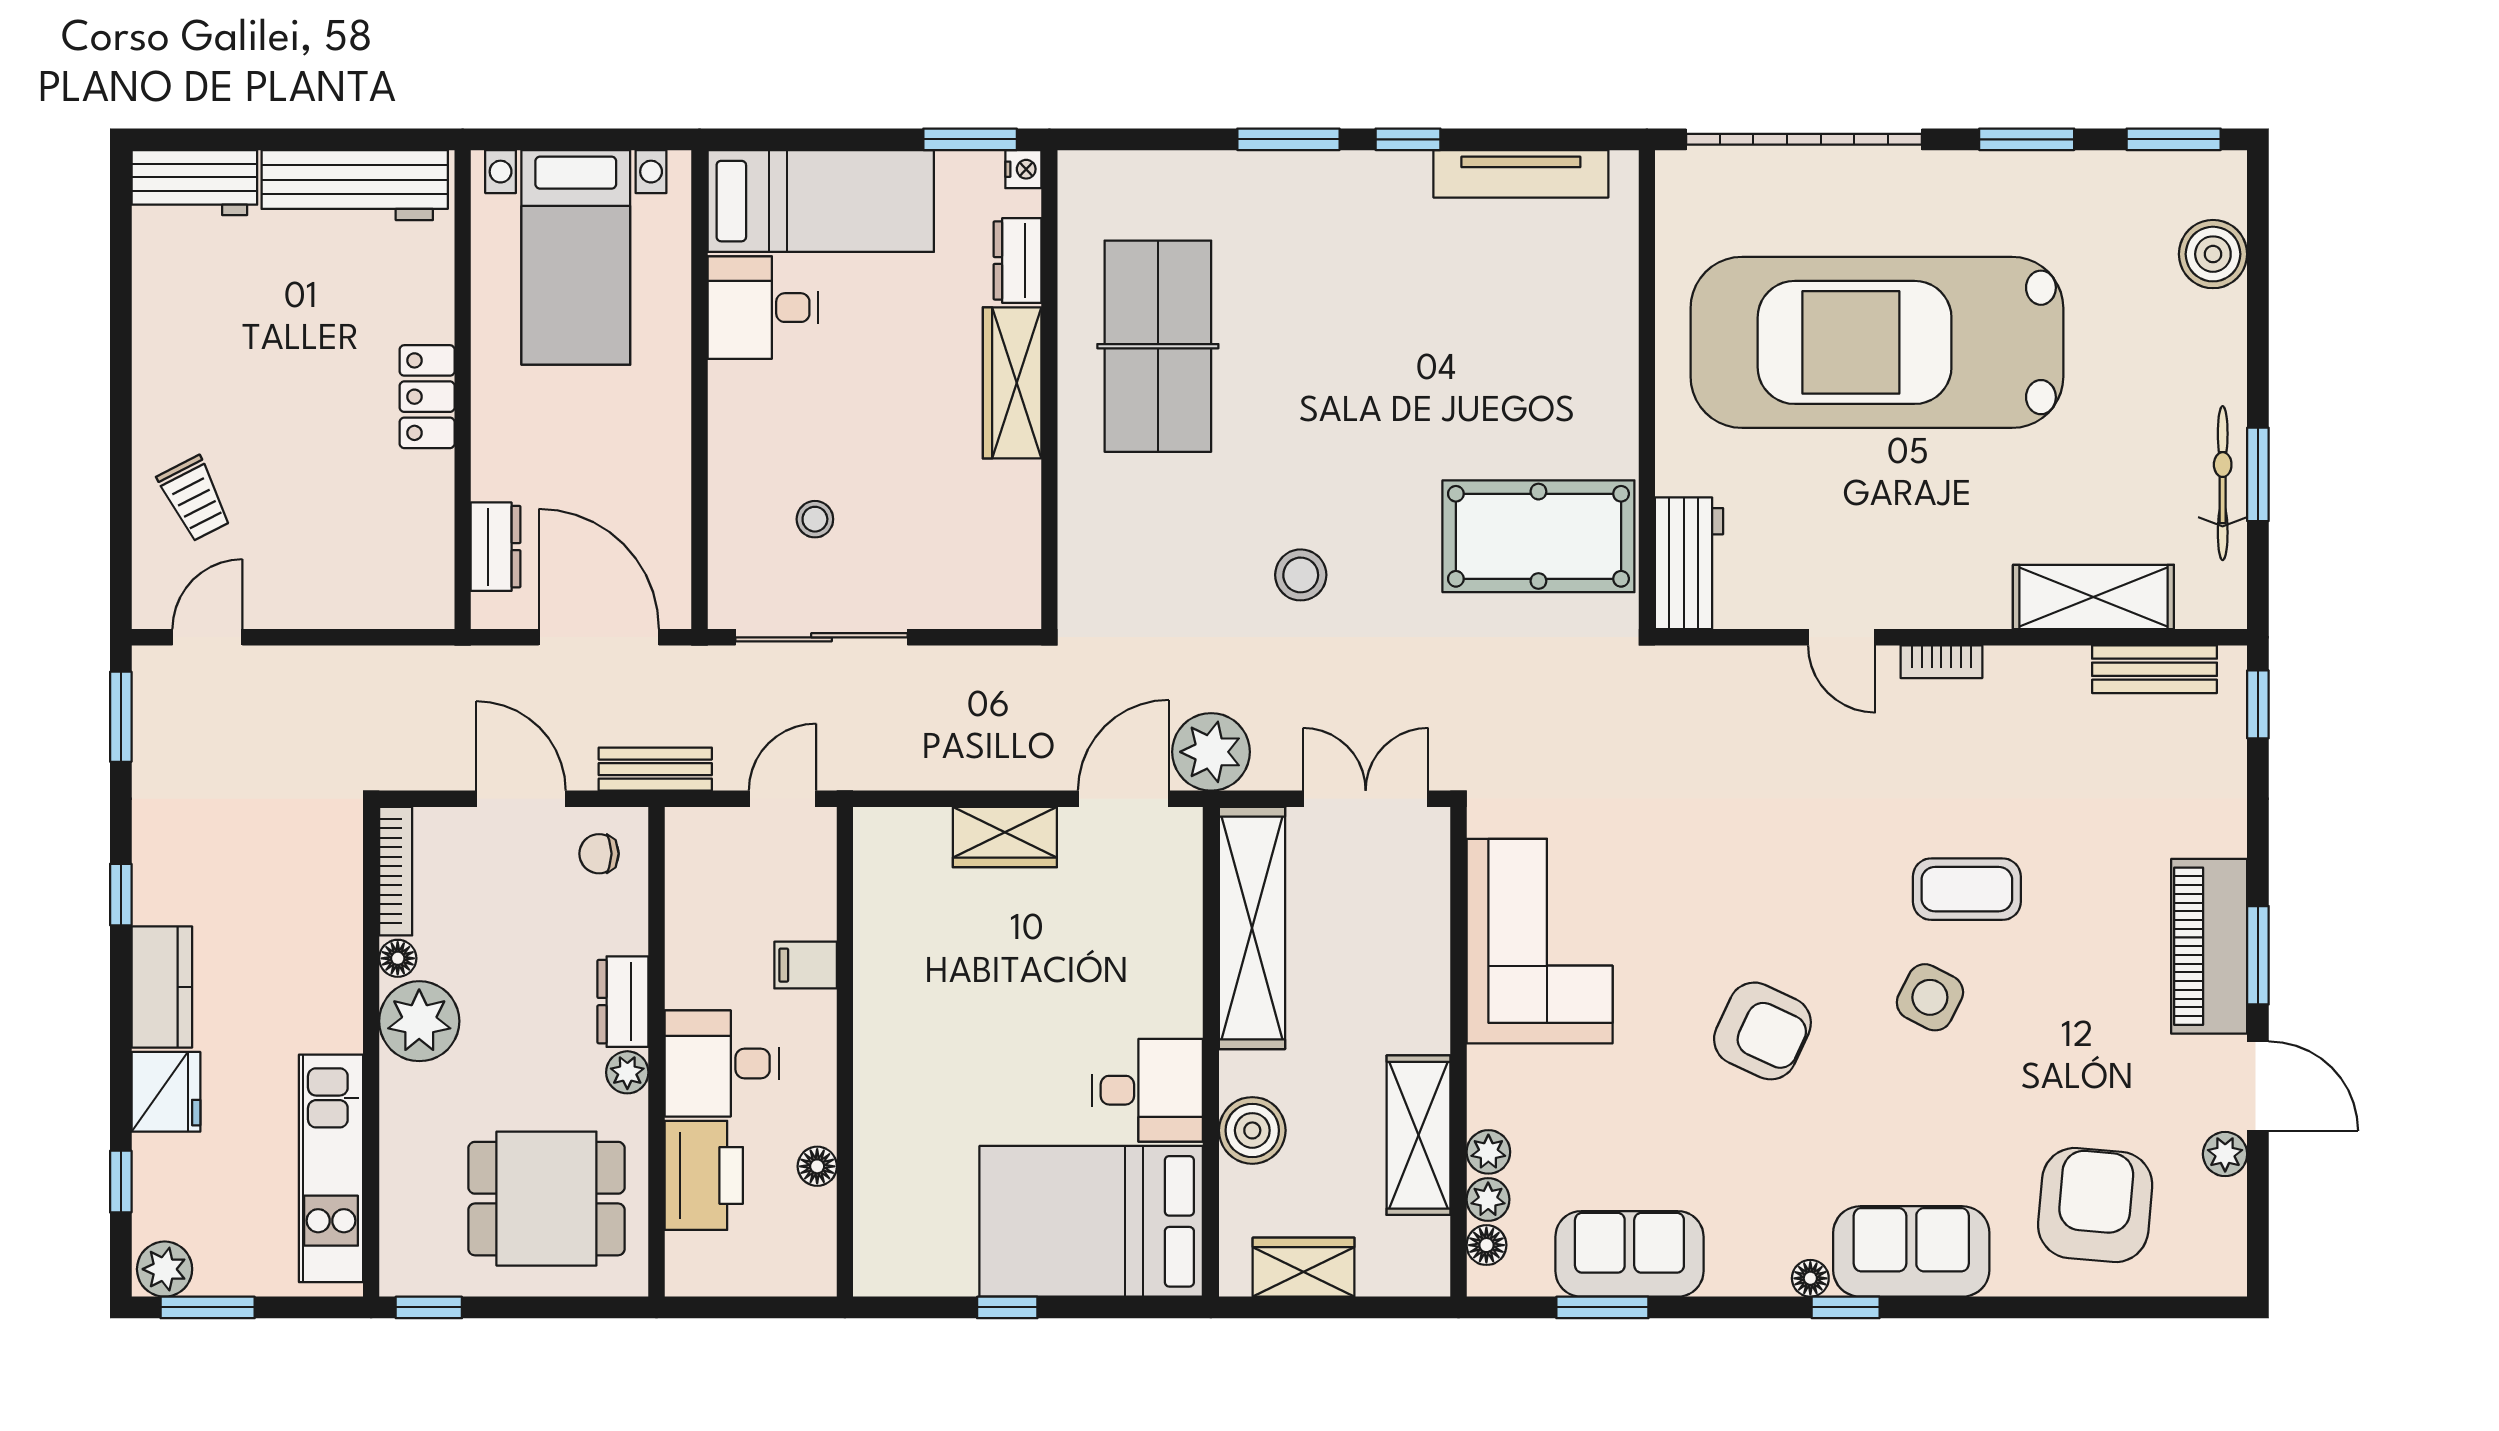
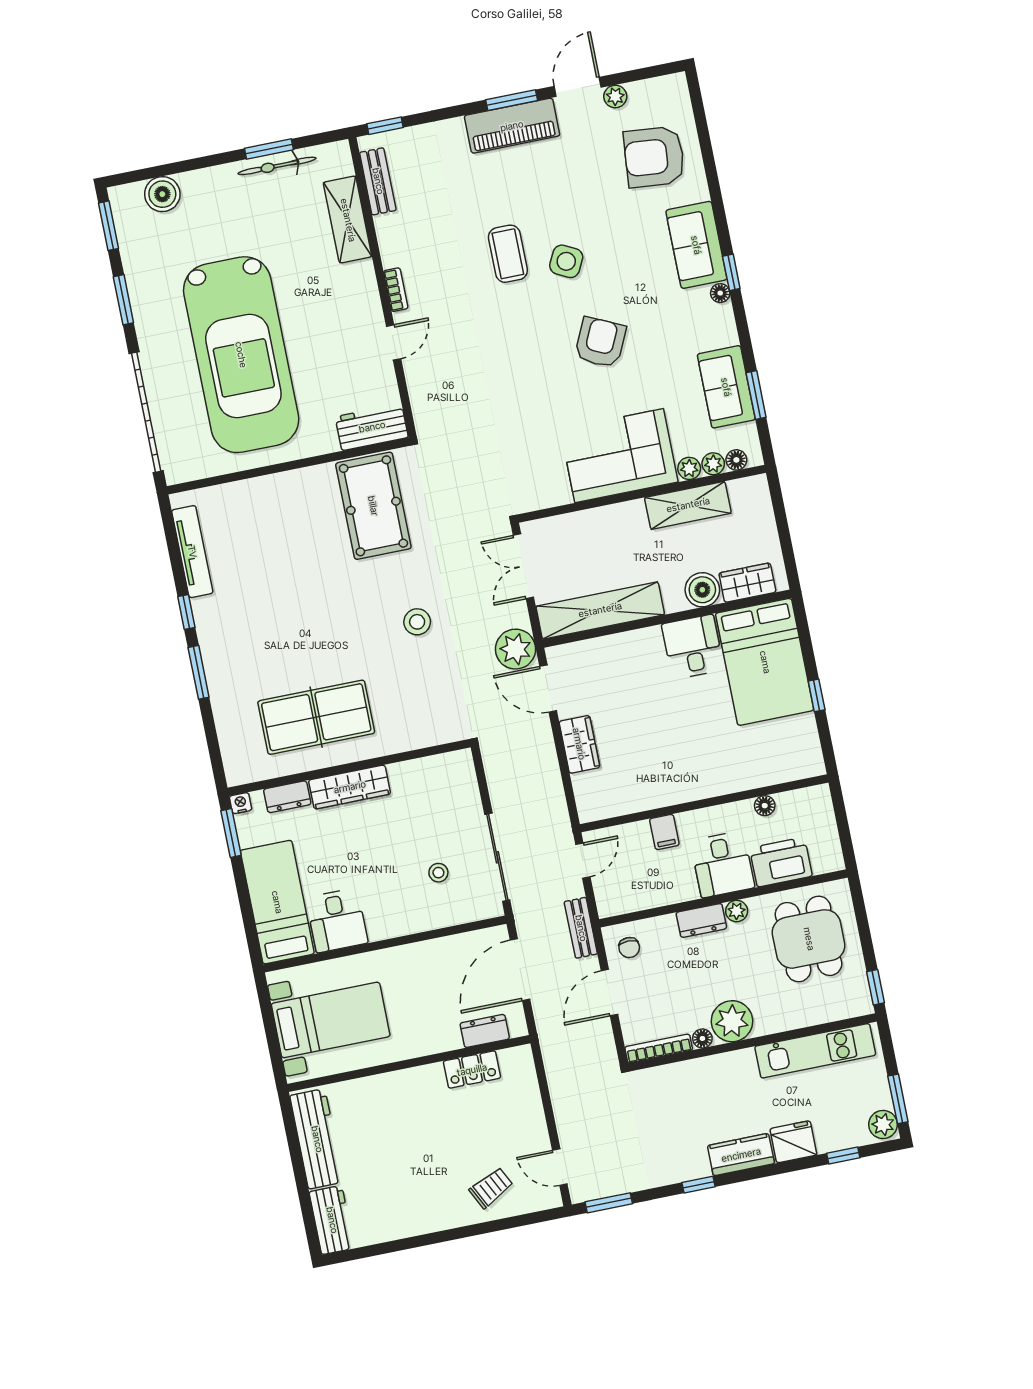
locker: (427, 397) -> (472, 1070), moved
door: (782, 799) -> (583, 861), swing flipped
corner sofa: (1540, 941) -> (619, 456), moved
wardrobe: (1304, 1267) -> (747, 583), moved, turned 90

